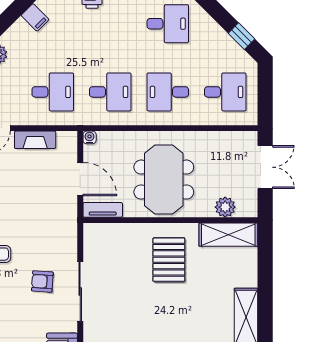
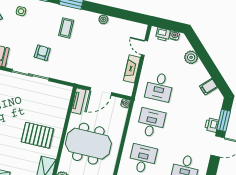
desk: (110, 92) -> (151, 123), turned 180

